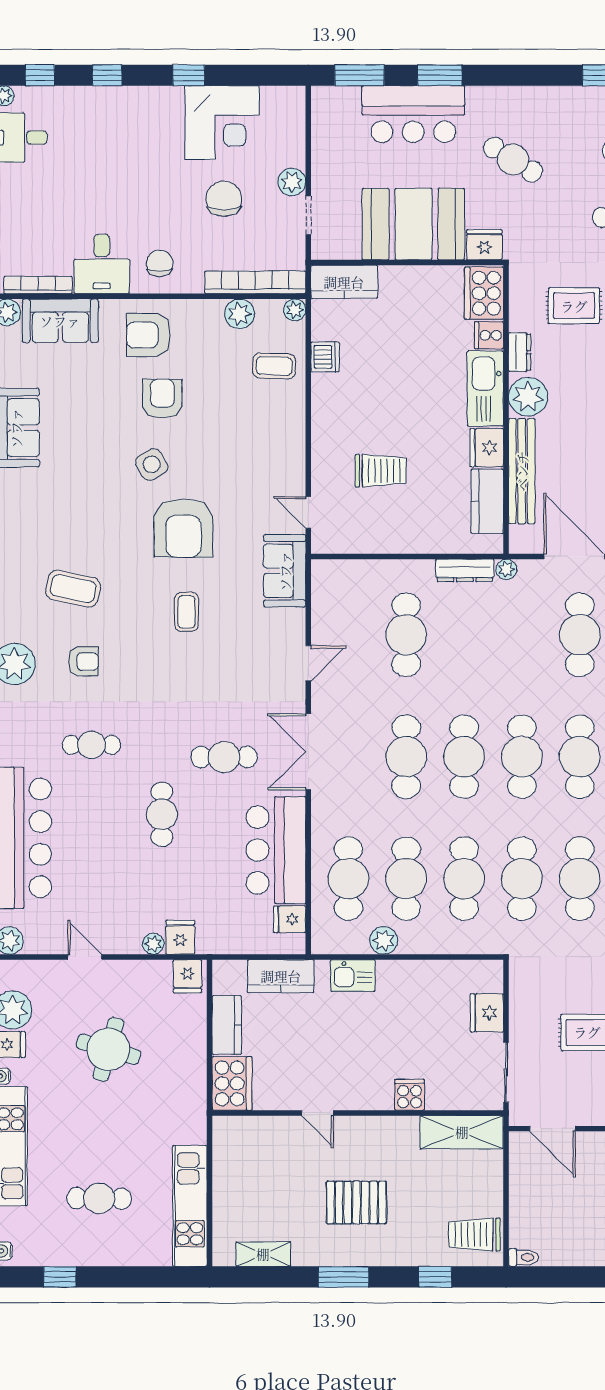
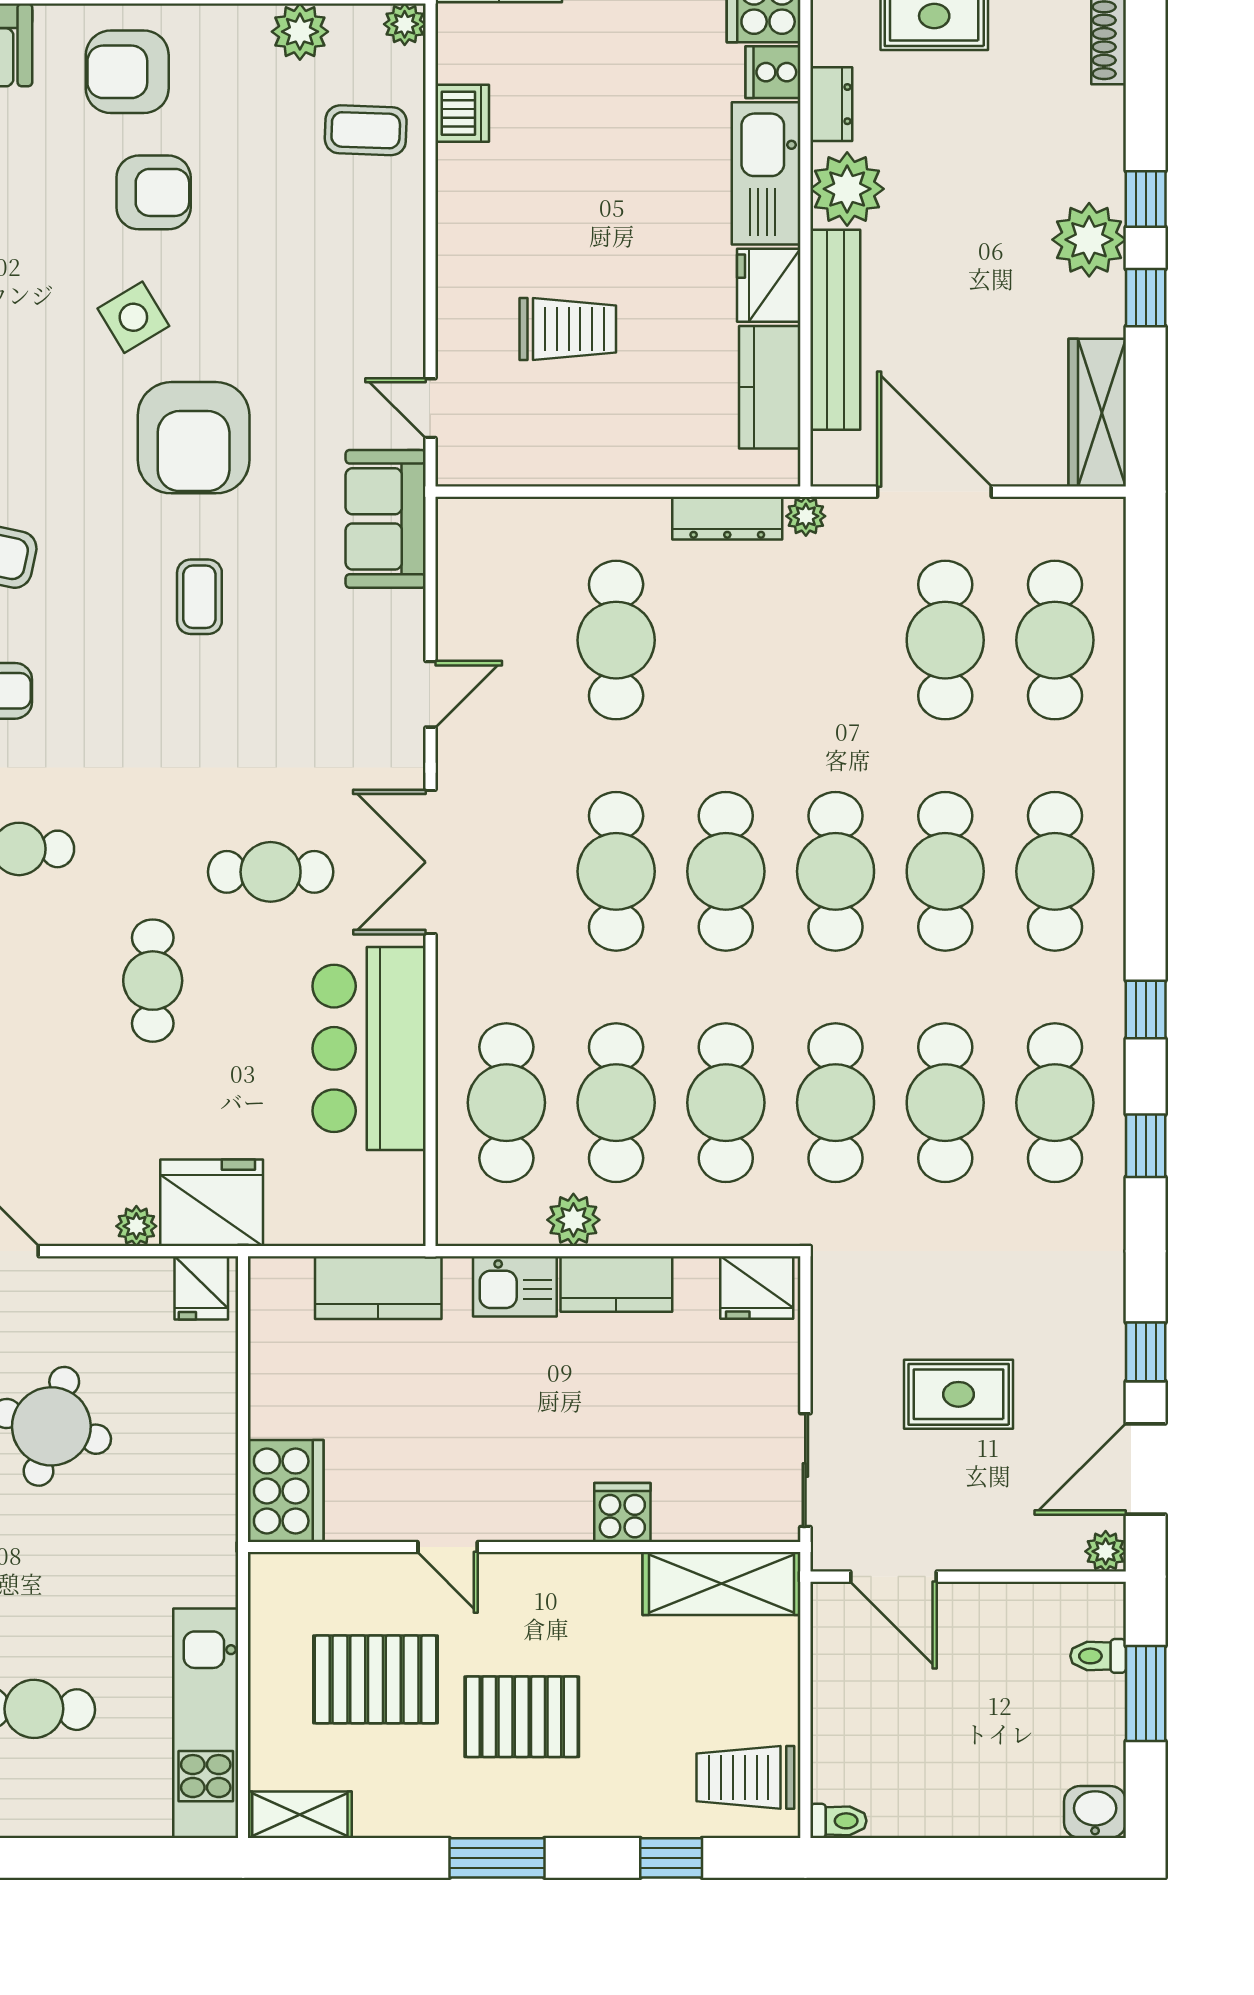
armchair: (162, 399) -> (154, 192), turned 90
fridge: (290, 919) -> (395, 1180), removed
fridge: (180, 937) -> (212, 1203), width x1.88, depth x1.34
fridge: (487, 1013) -> (757, 1287), moved, turned -90
kitchen counter: (227, 1025) -> (616, 1284), moved, turned 90
pallet: (279, 1183) -> (375, 1679), added
shelving: (263, 1254) -> (300, 1815), moved

